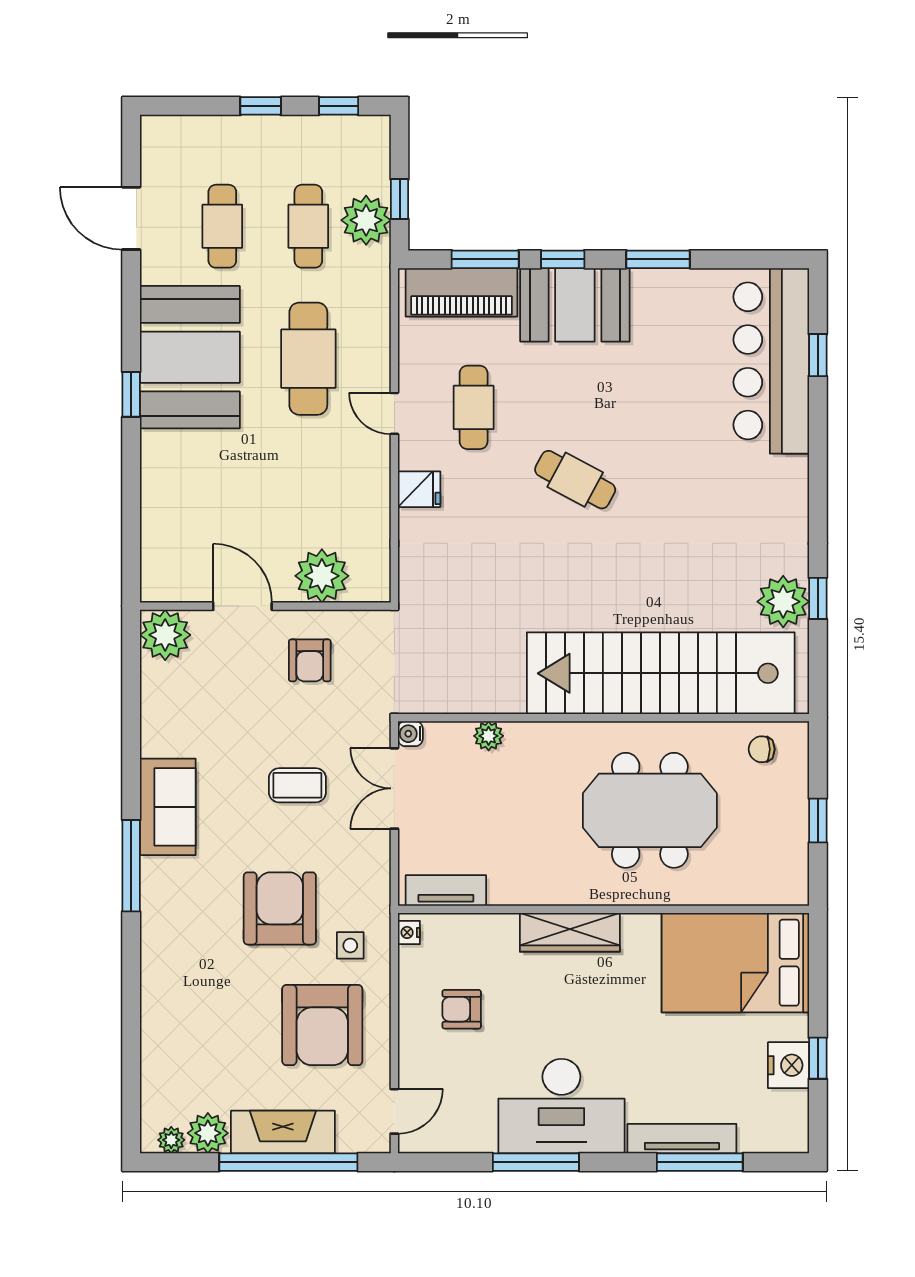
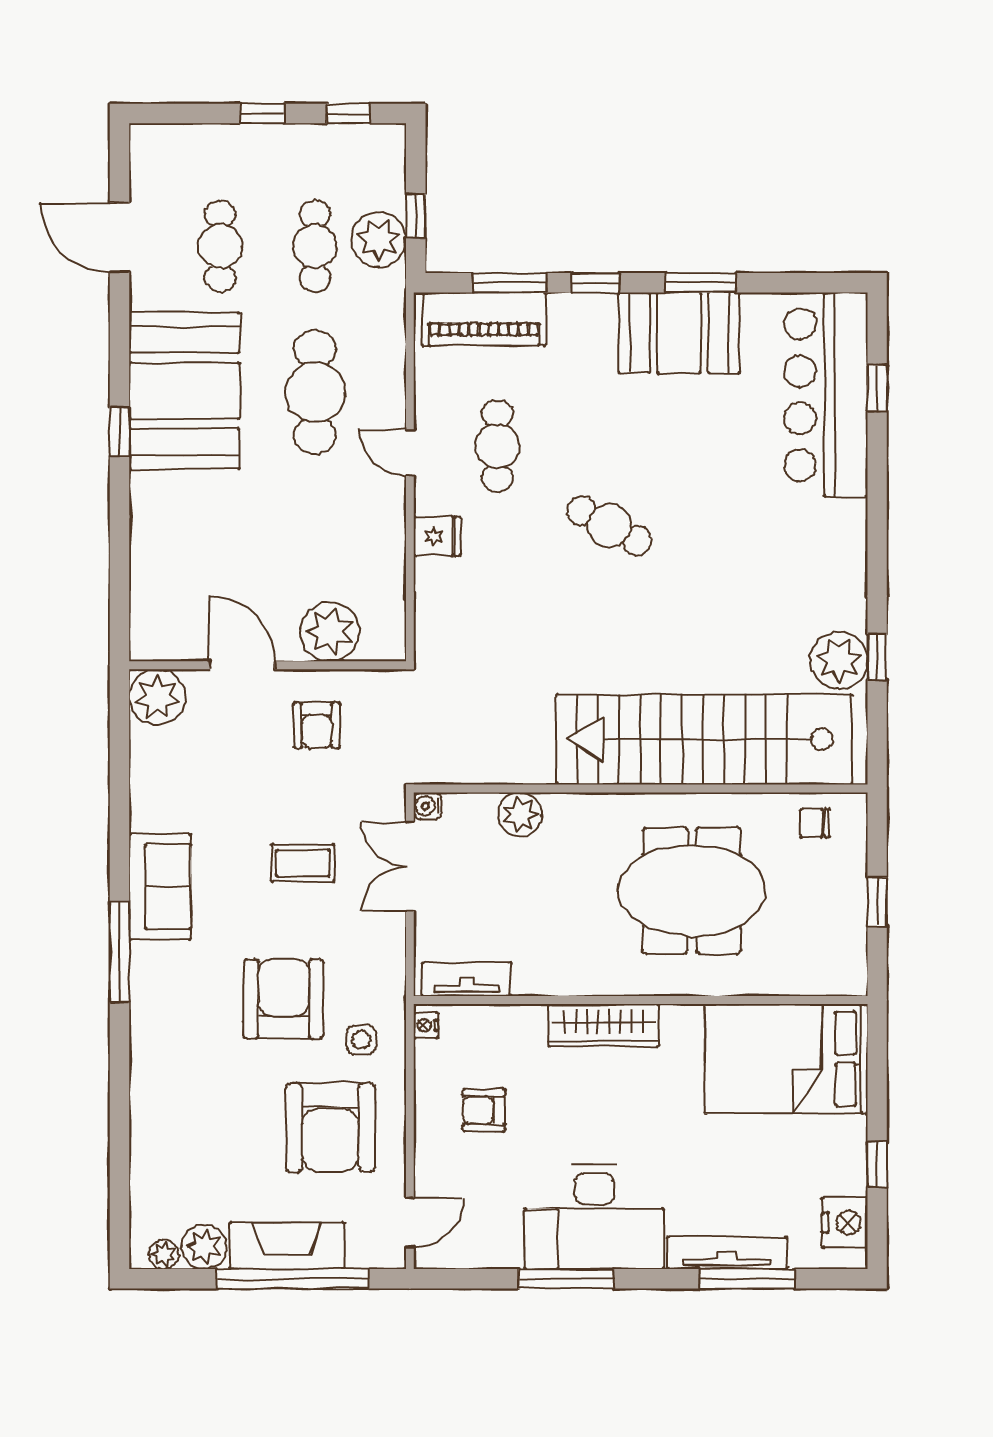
booth: (575, 305) -> (679, 333), moved
plant: (489, 736) -> (520, 815), width x1.38, depth x1.38
nightstand: (789, 1065) -> (845, 1222), moved

